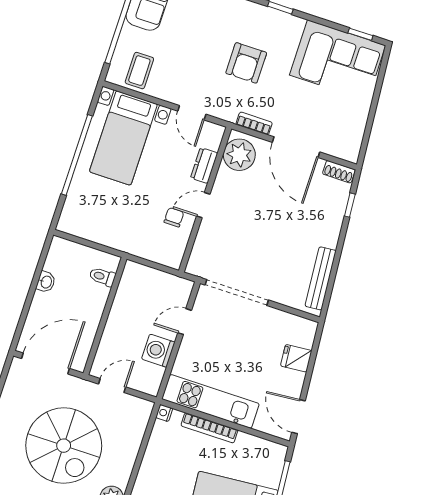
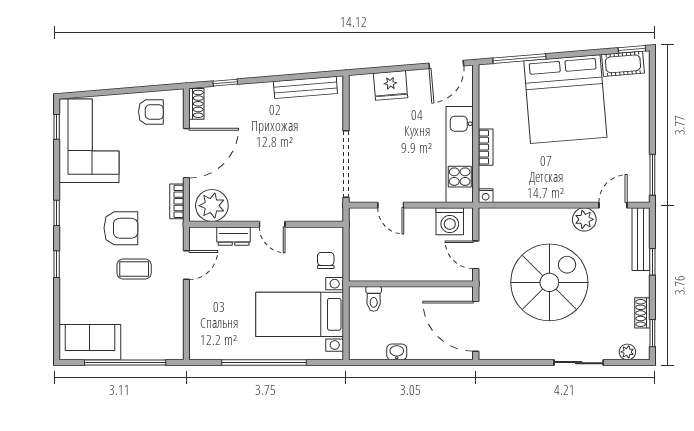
coffee table: (139, 71) -> (134, 269), moved
armchair: (345, 127) -> (151, 112), added
bed with nightstands: (123, 138) -> (300, 314), moved, turned 180
chair: (174, 217) -> (326, 260), moved, turned 90
washing machine: (158, 351) -> (450, 221), moved
fridge: (296, 358) -> (391, 85), width x1.38
bookcase: (209, 428) -> (486, 147), width x0.64

